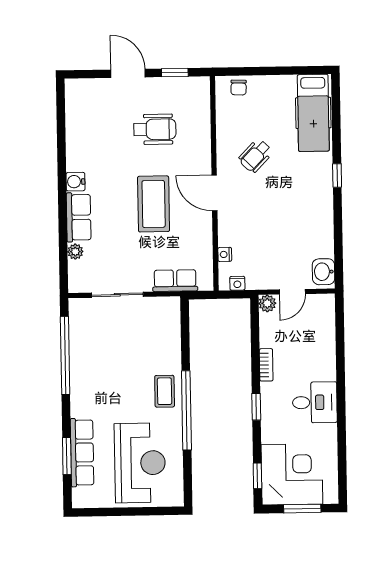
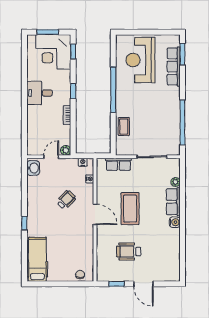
wheelchair: (256, 156) -> (66, 200), moved
coffee table: (165, 391) -> (124, 127), moved
window: (67, 456) -> (182, 54), moved

